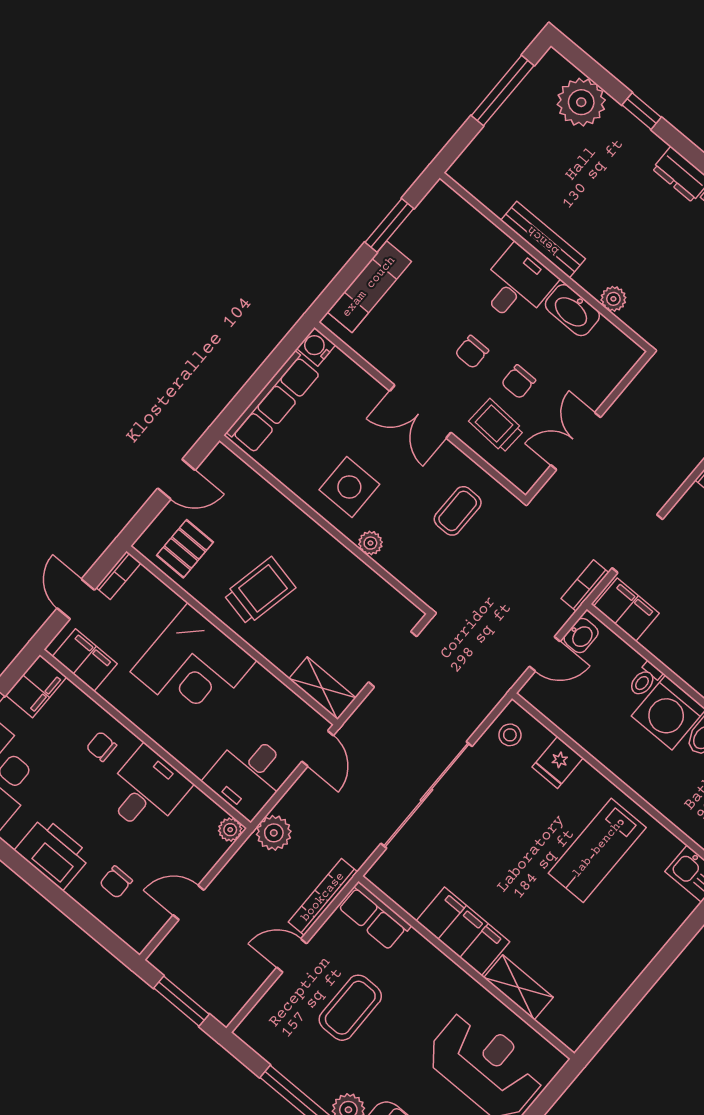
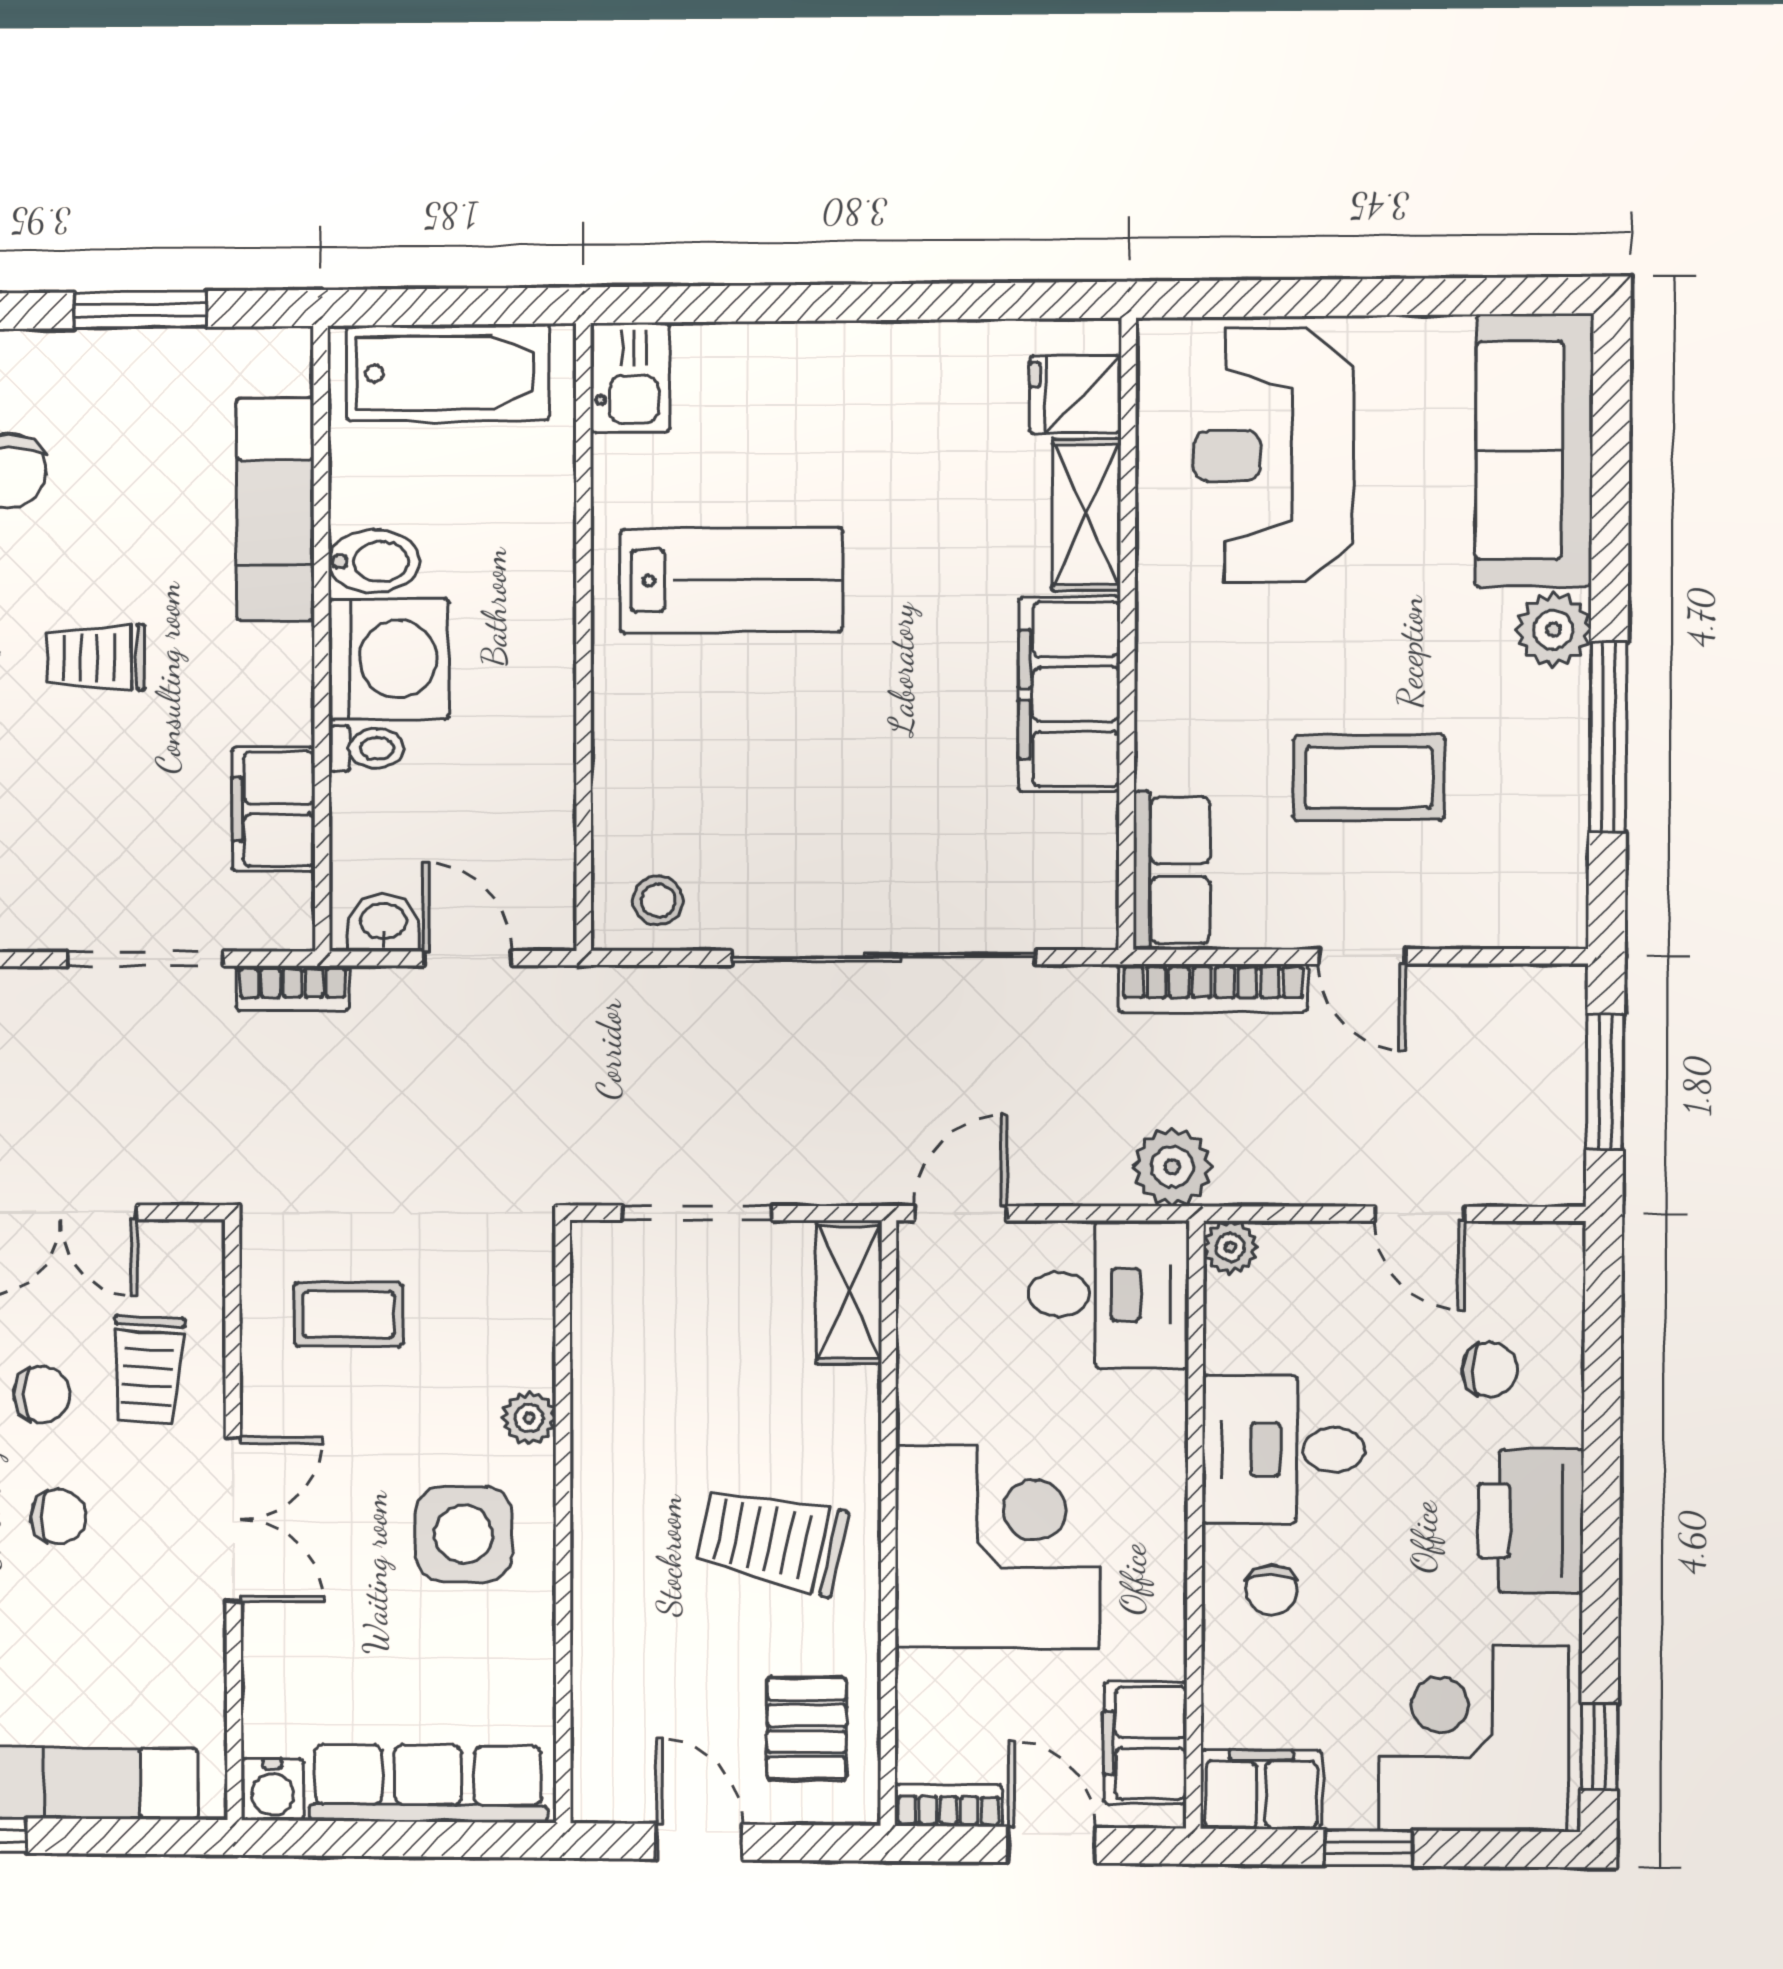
pallet: (185, 549) -> (807, 1729), turned 90
door: (76, 599) -> (1052, 1845), swing flipped
filing cabinet: (626, 610) -> (274, 809), moved
fridge: (558, 762) -> (1075, 394), moved, turned 180

